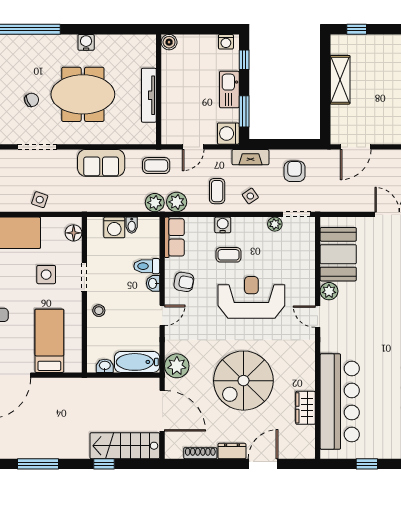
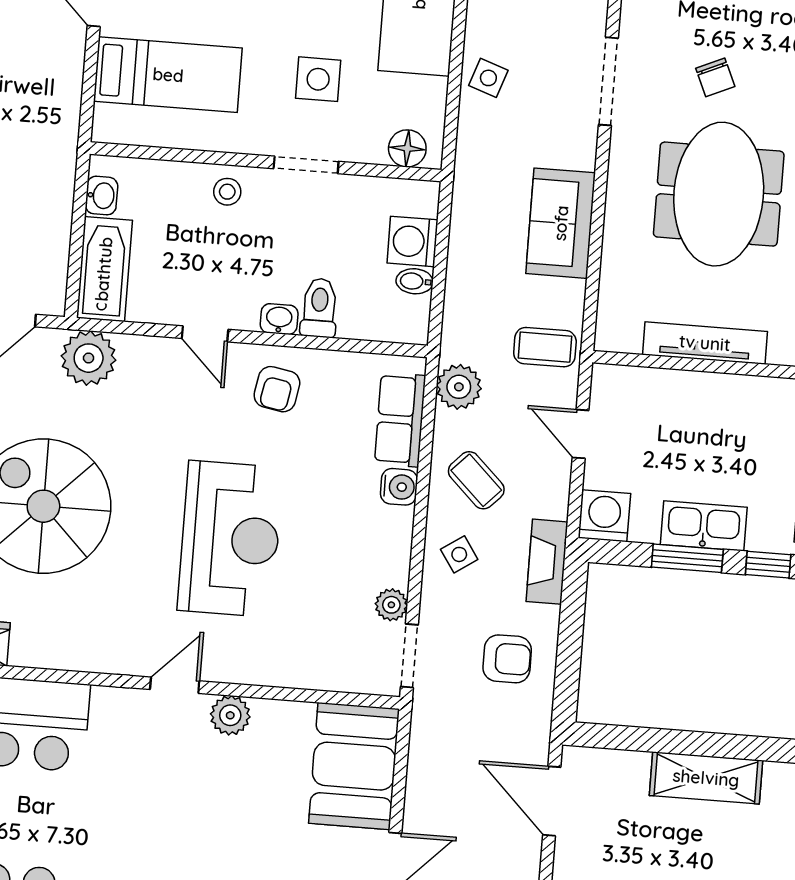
window: (244, 111) -> (687, 558), moved
coffee table: (156, 166) -> (545, 347), turned 90
coffee table: (217, 191) -> (476, 480), turned 44
plant: (155, 203) -> (461, 337), removed
row of seats: (174, 237) -> (400, 420), moved, turned 90
booth: (338, 254) -> (354, 766), moved, turned 90
coffee table: (229, 255) -> (330, 495), removed

